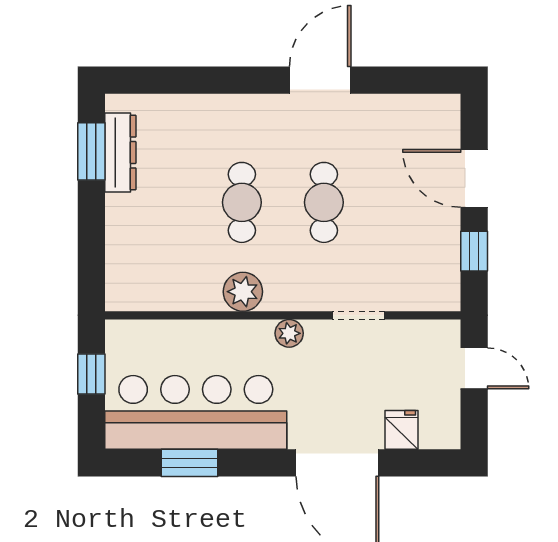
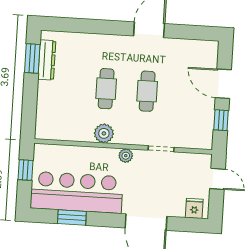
fridge: (402, 430) -> (194, 208), moved

